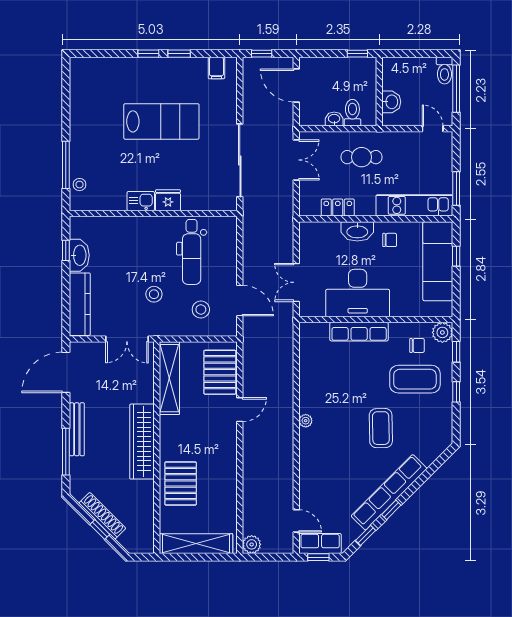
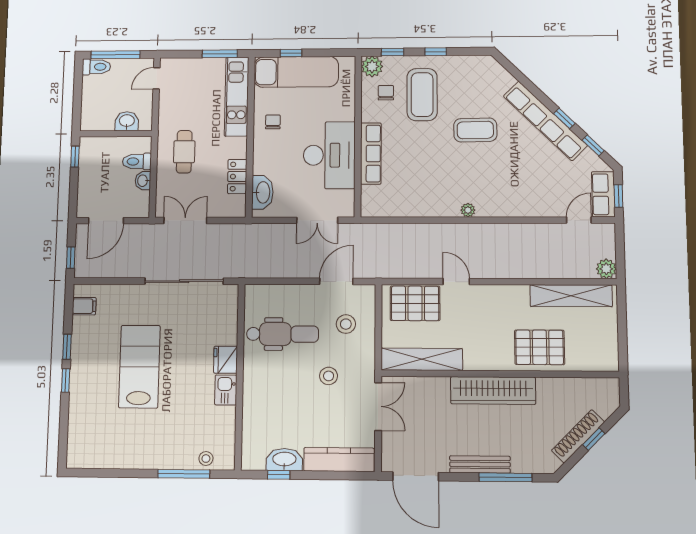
washbasin: (357, 231) -> (262, 192), moved
shelving: (196, 544) -> (571, 296), moved, turned 90

